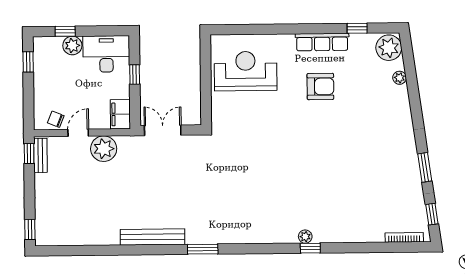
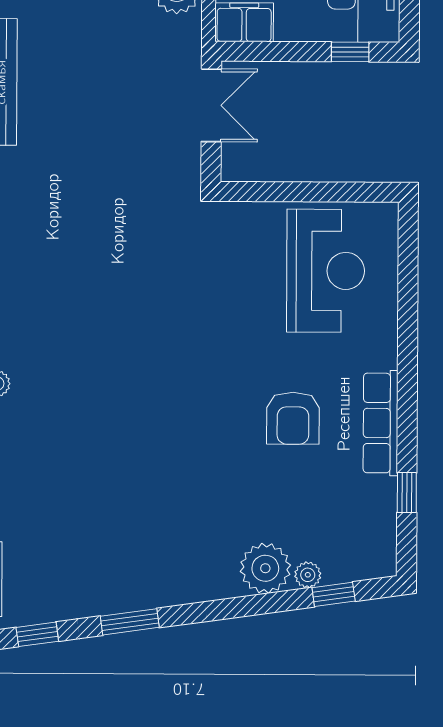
plant: (389, 48) -> (265, 568), moved
window: (409, 64) -> (334, 594), added
window: (135, 74) -> (350, 52), moved

